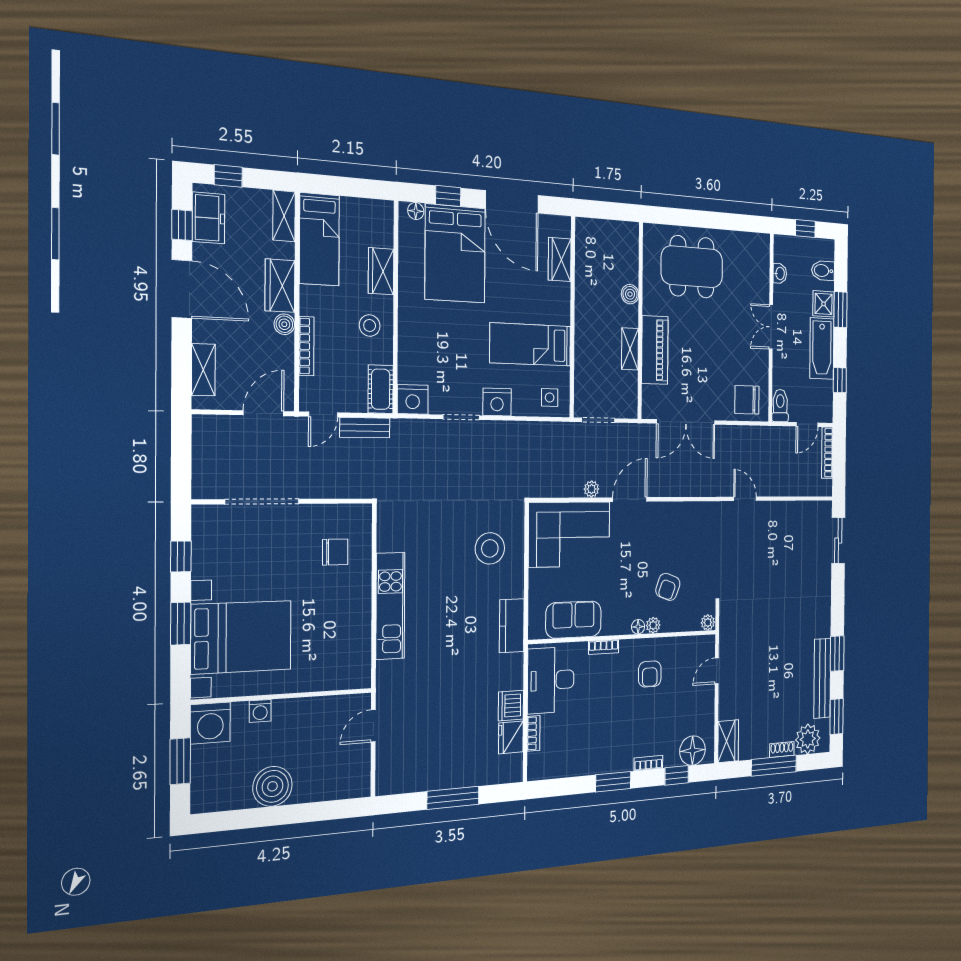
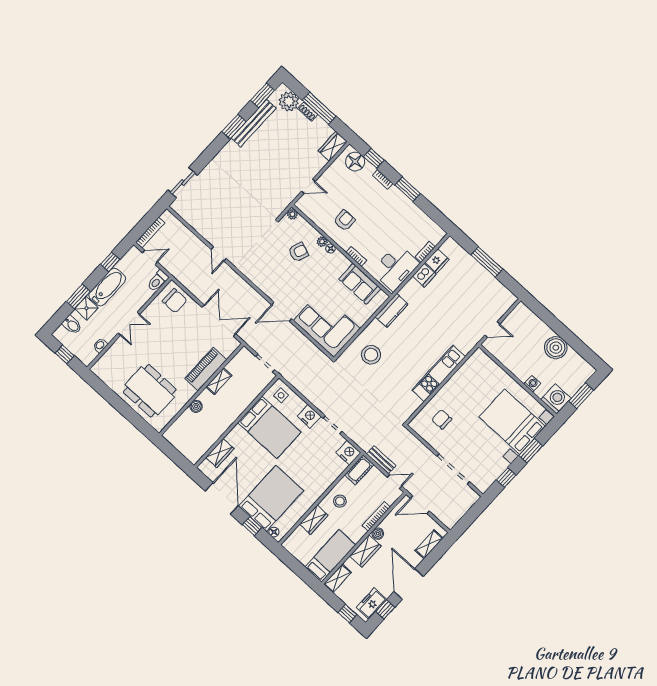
bed: (530, 344) -> (269, 427), width x1.50
plant: (592, 489) -> (297, 335), removed

